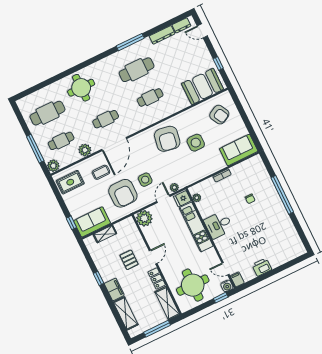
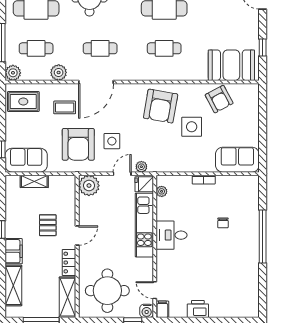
armchair: (219, 115) -> (219, 99), moved

